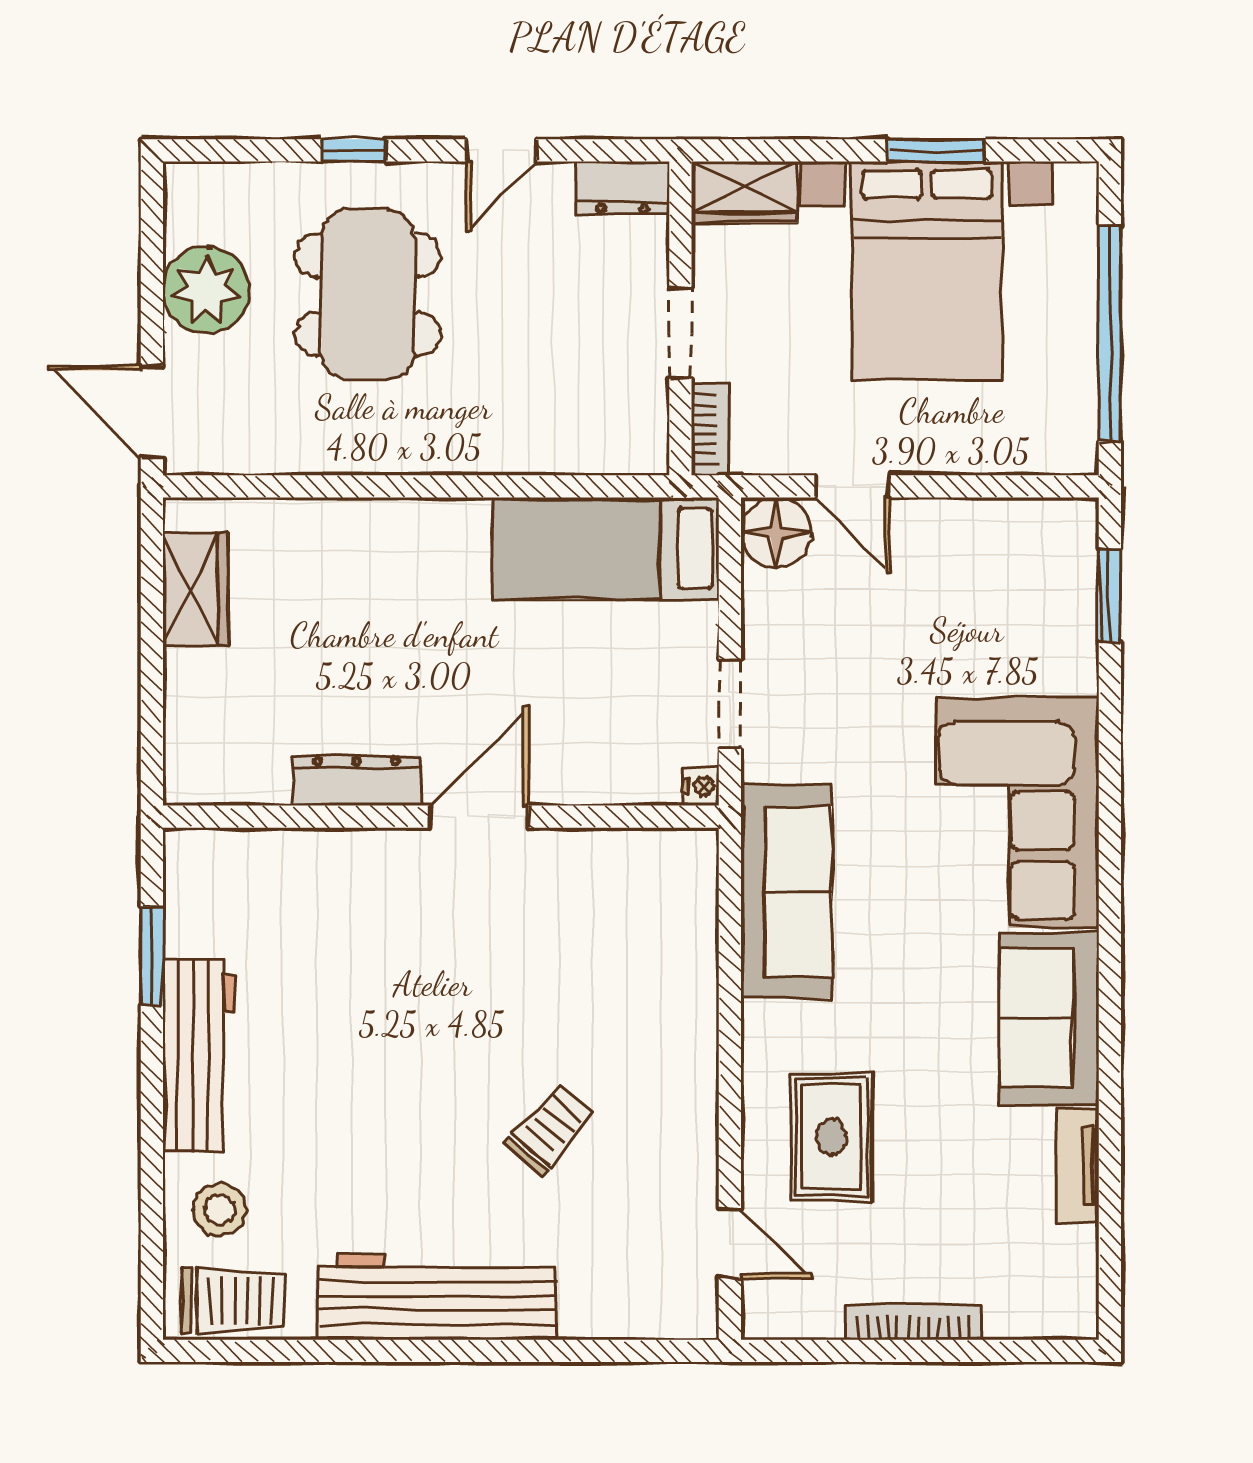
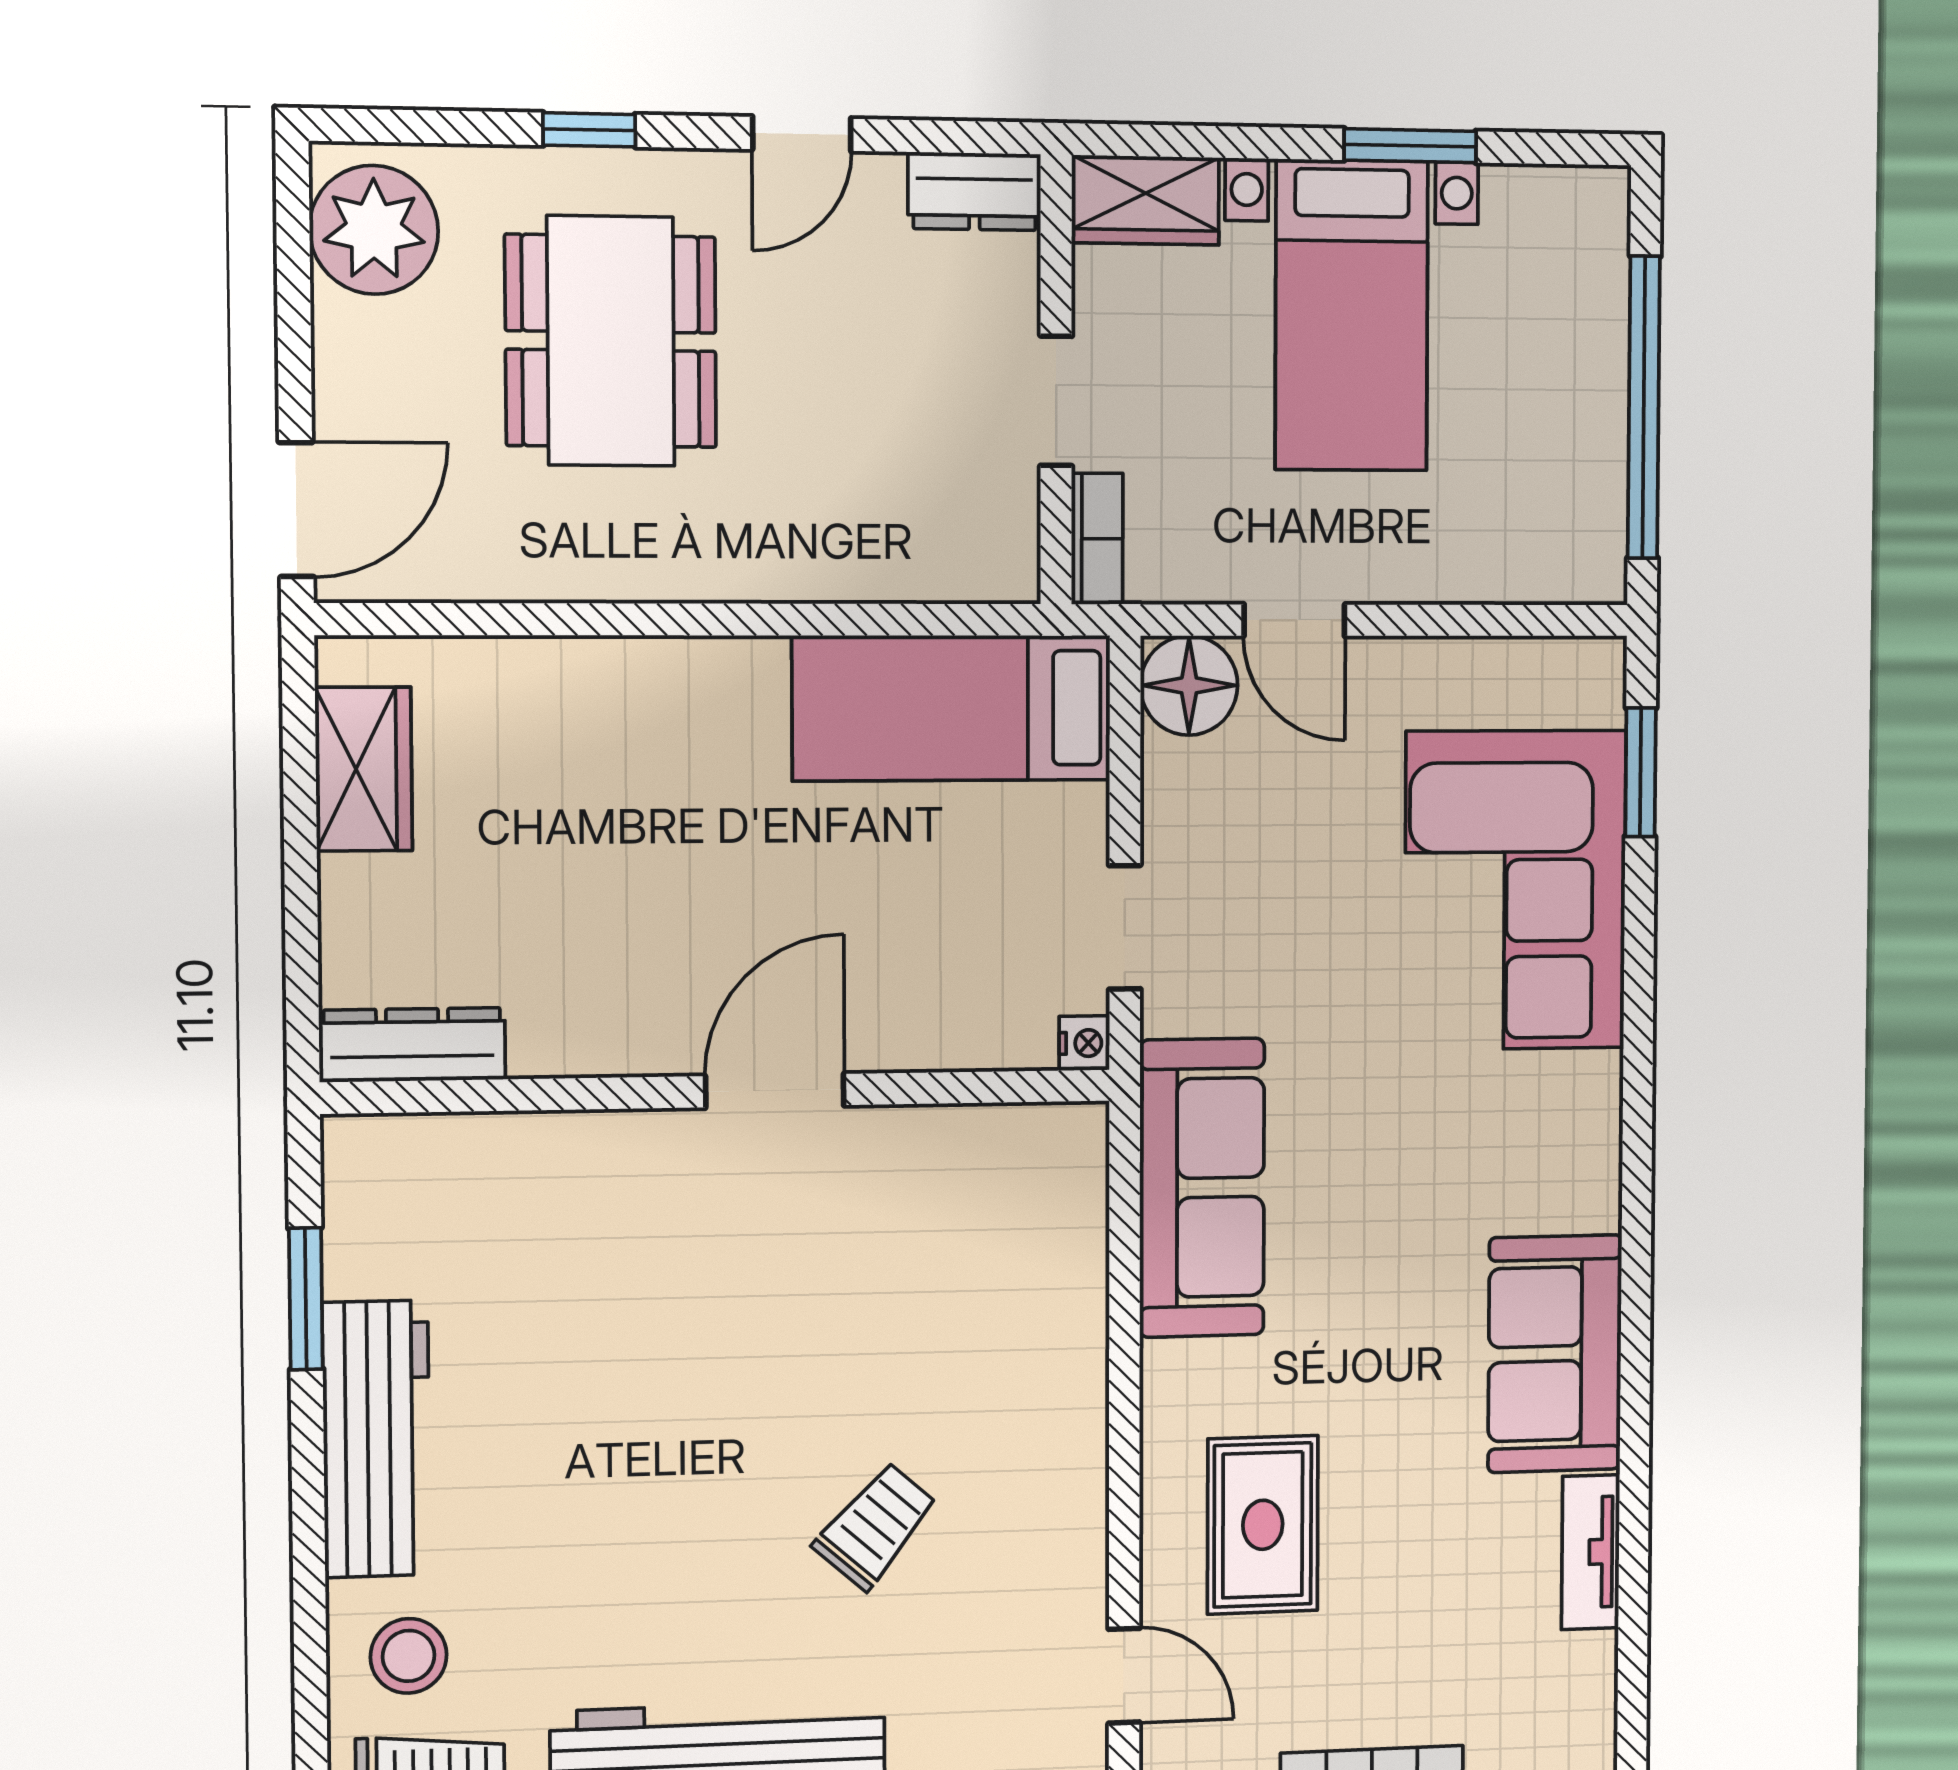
bed with nightstands: (927, 270) -> (1352, 315), width x0.73
plant: (206, 290) -> (374, 230), moved
door: (152, 412) -> (296, 510), swing flipped
dresser: (357, 781) -> (412, 1045), moved
corner sofa: (1017, 813) -> (1515, 890), moved

